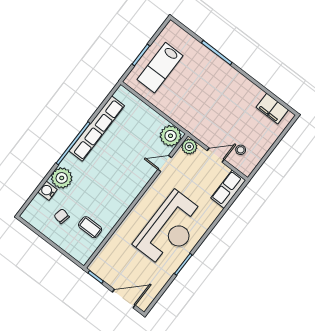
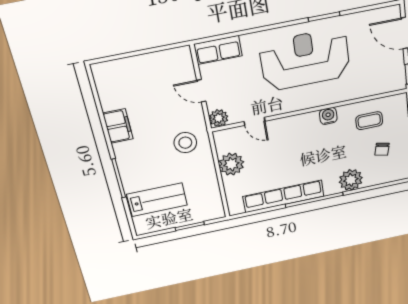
lab bench: (160, 68) -> (157, 200), moved
filing cabinet: (272, 109) -> (118, 126), moved
plant: (171, 136) -> (231, 164), moved
stool: (241, 150) -> (185, 143), moved, width x1.89, depth x1.89
water cooler: (47, 191) -> (328, 116), moved, turned 180
coffee table: (90, 227) -> (369, 121), turned 90

